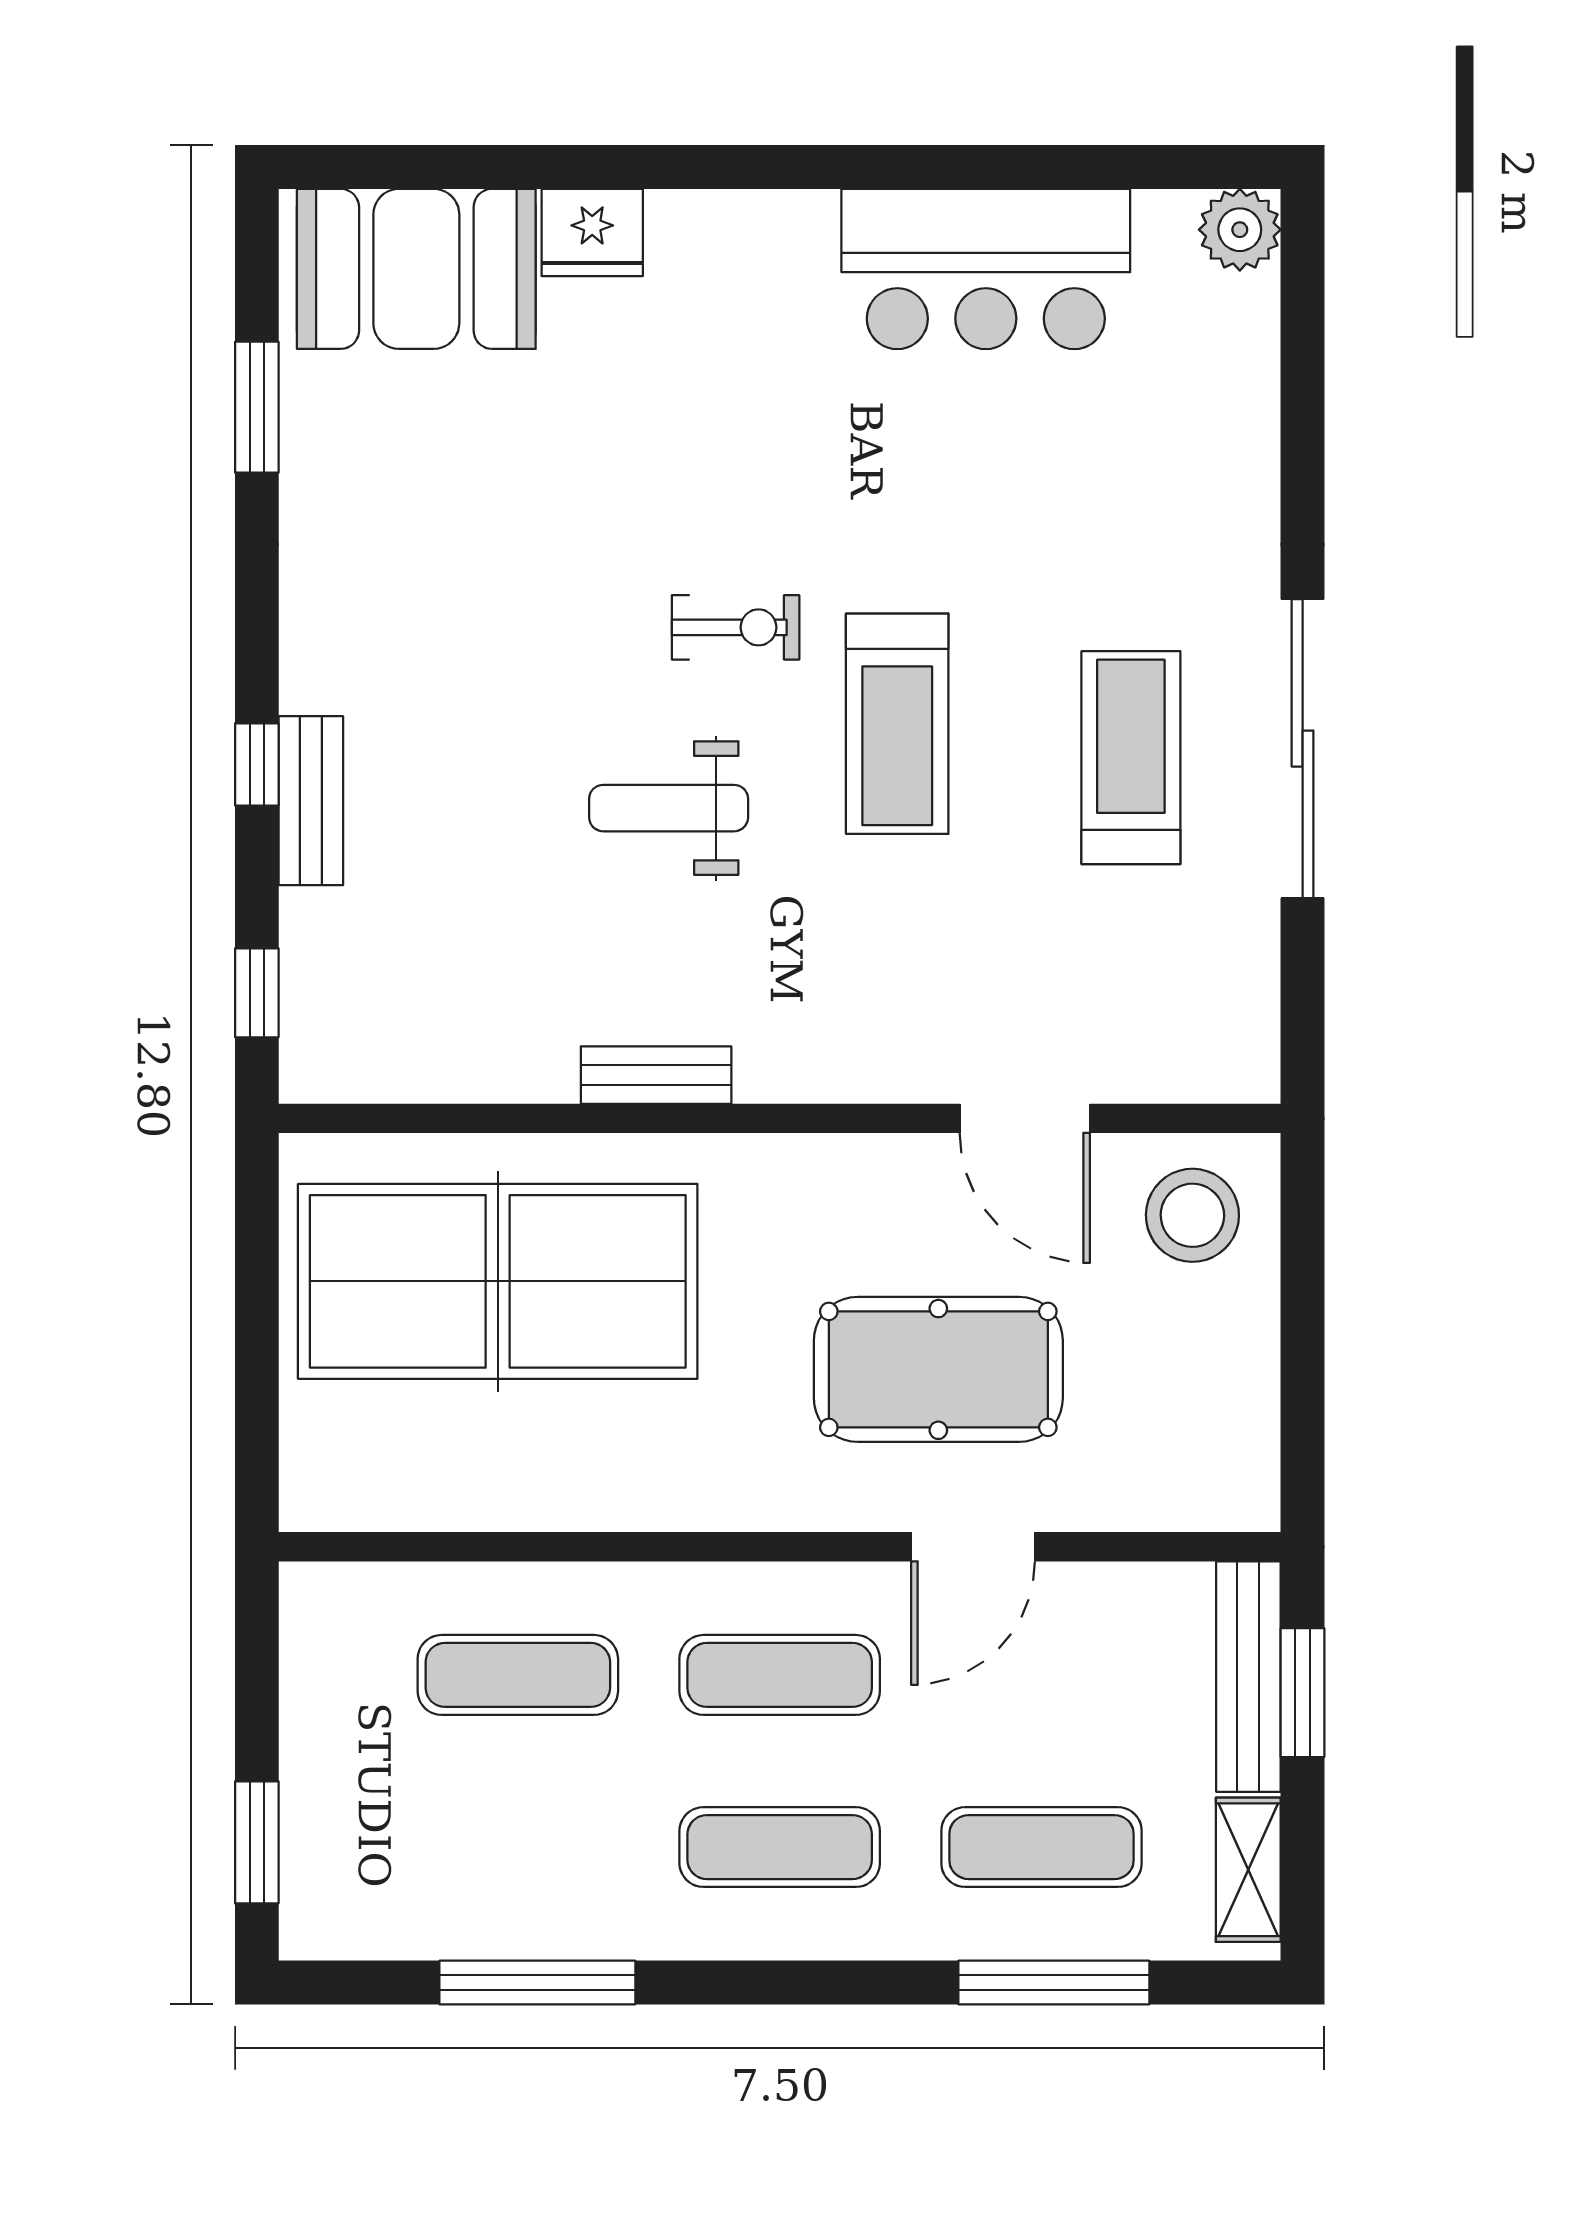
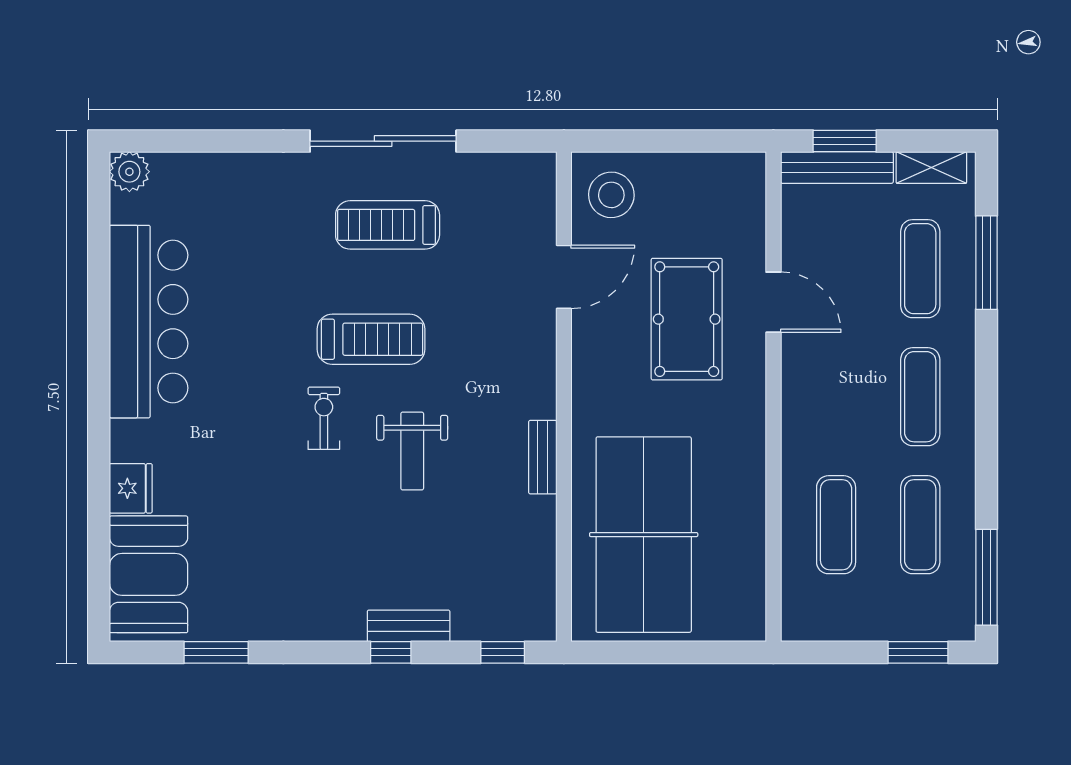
bar counter: (986, 269) -> (149, 322), width x1.36
exercise mat: (780, 1675) -> (920, 525), moved
window: (537, 1982) -> (986, 577), moved

